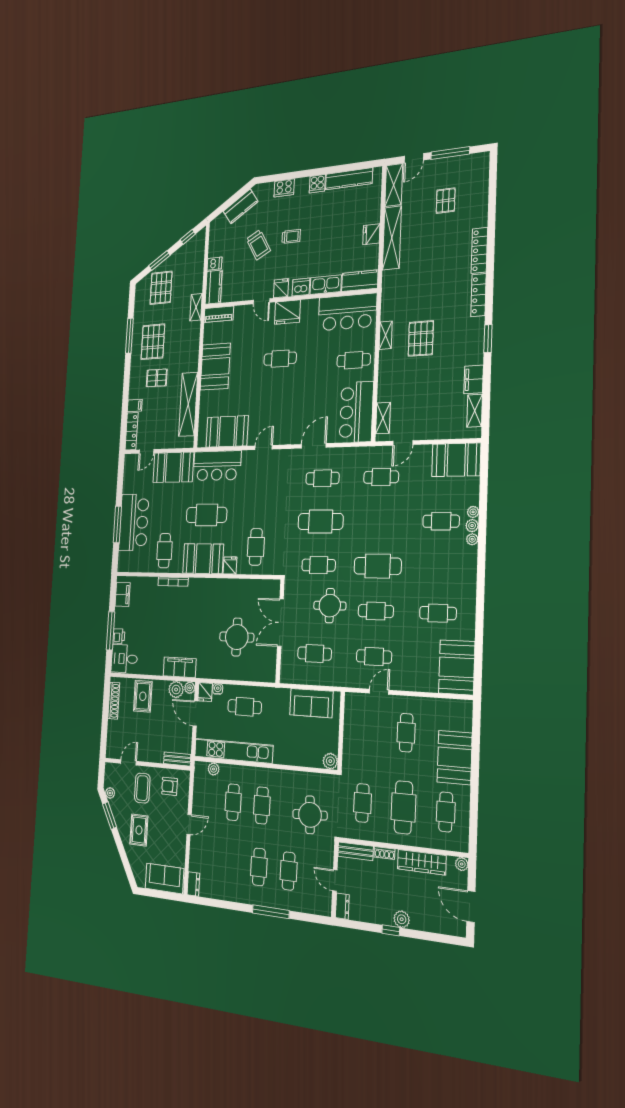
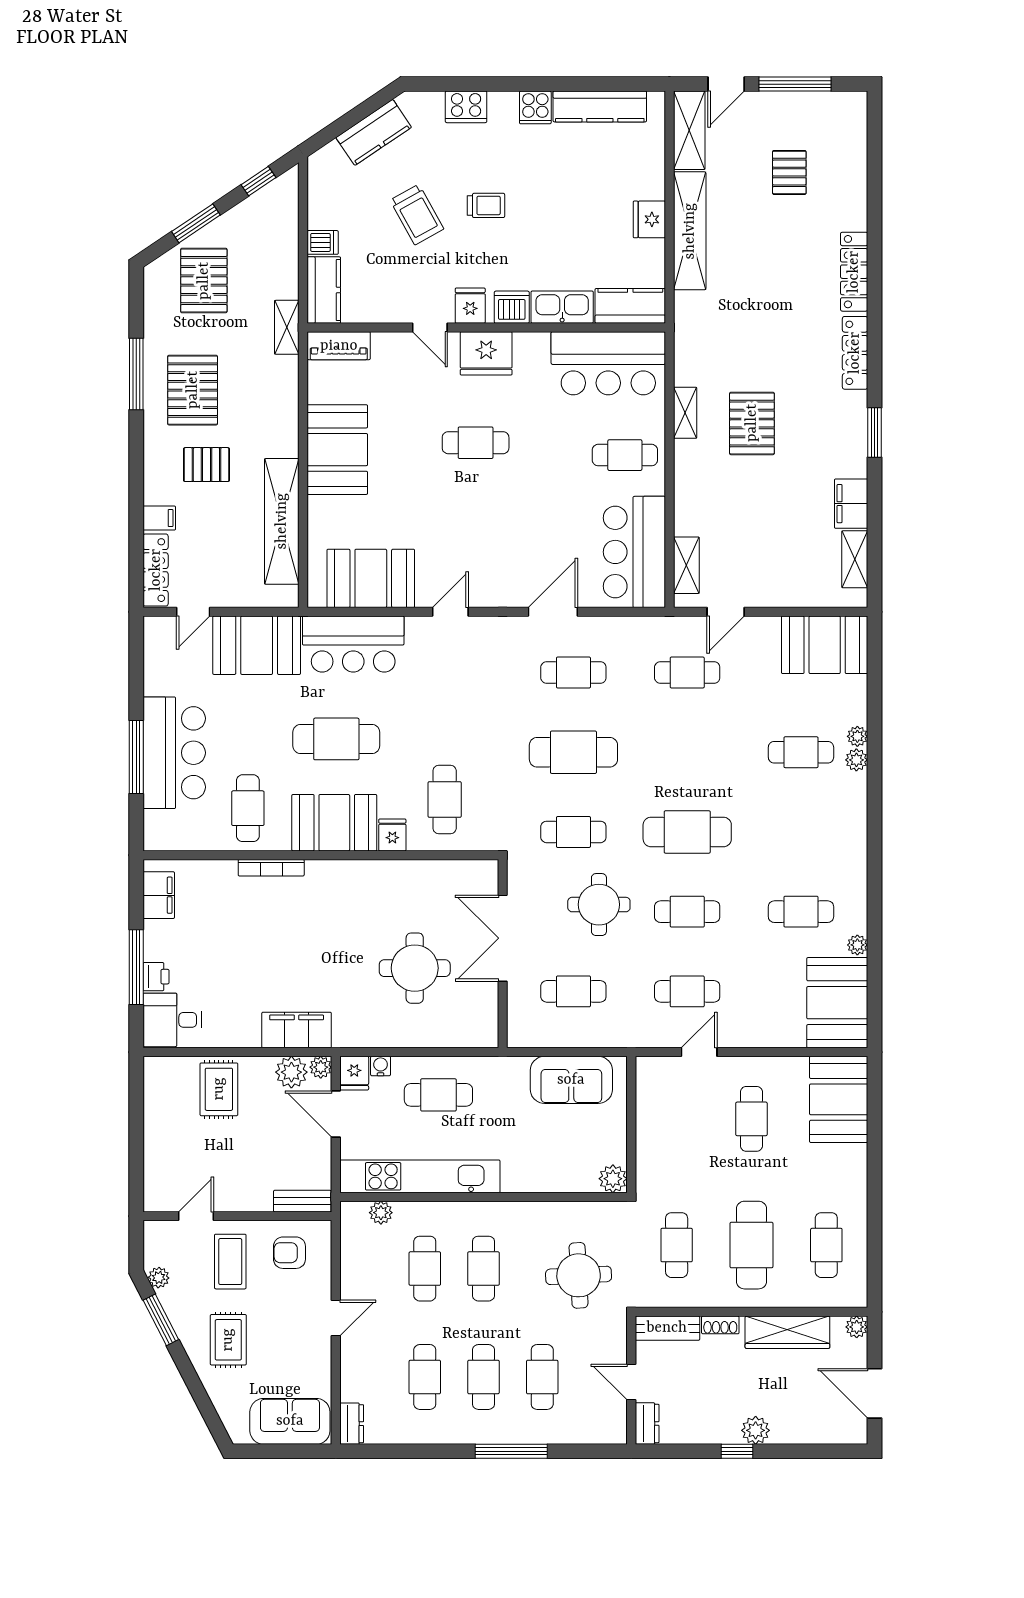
plant: (472, 539) -> (857, 945), moved
shoe rack: (114, 701) -> (154, 1102), removed
booth: (455, 758) -> (839, 1099), moved
cafe table: (230, 863) -> (425, 1377), added

